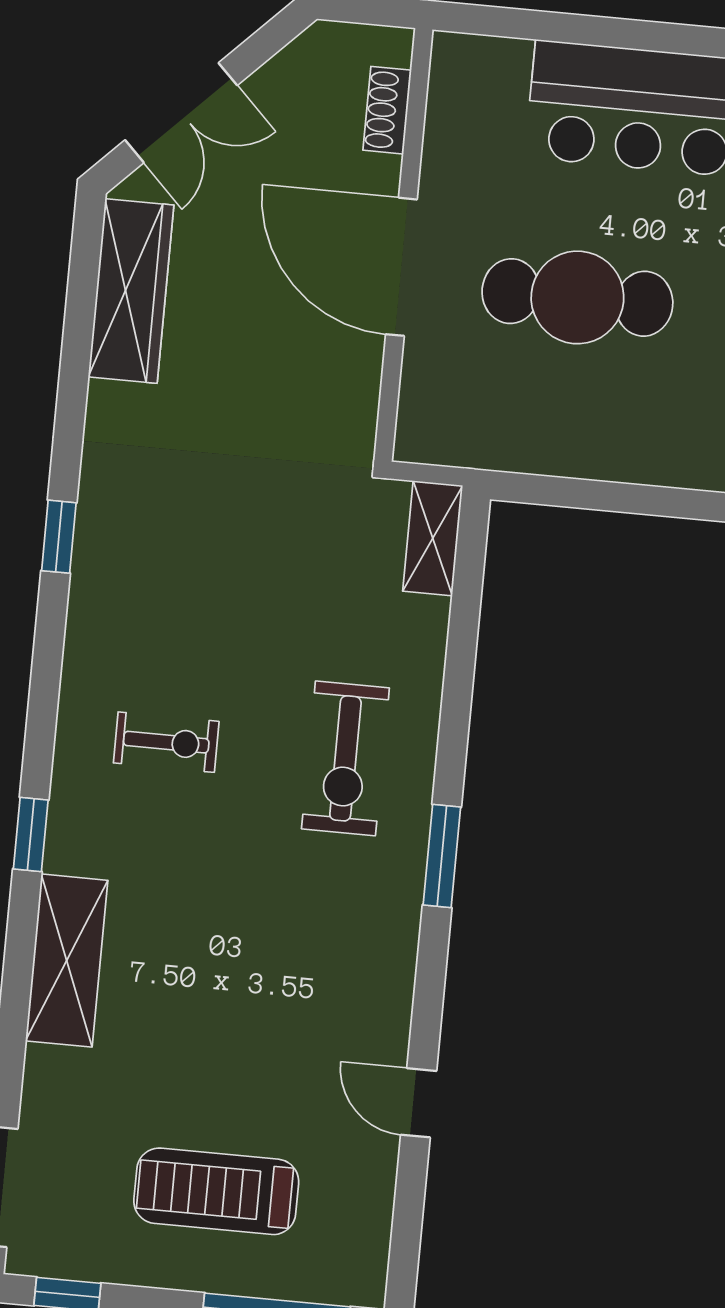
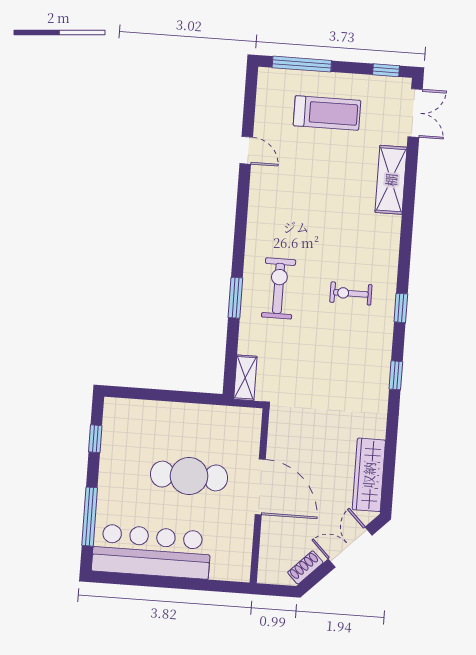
shoe rack: (387, 110) -> (305, 567), moved, turned -135
window: (31, 834) -> (401, 308), moved
window: (442, 856) -> (235, 298), moved
shelving: (67, 961) -> (391, 180), moved

